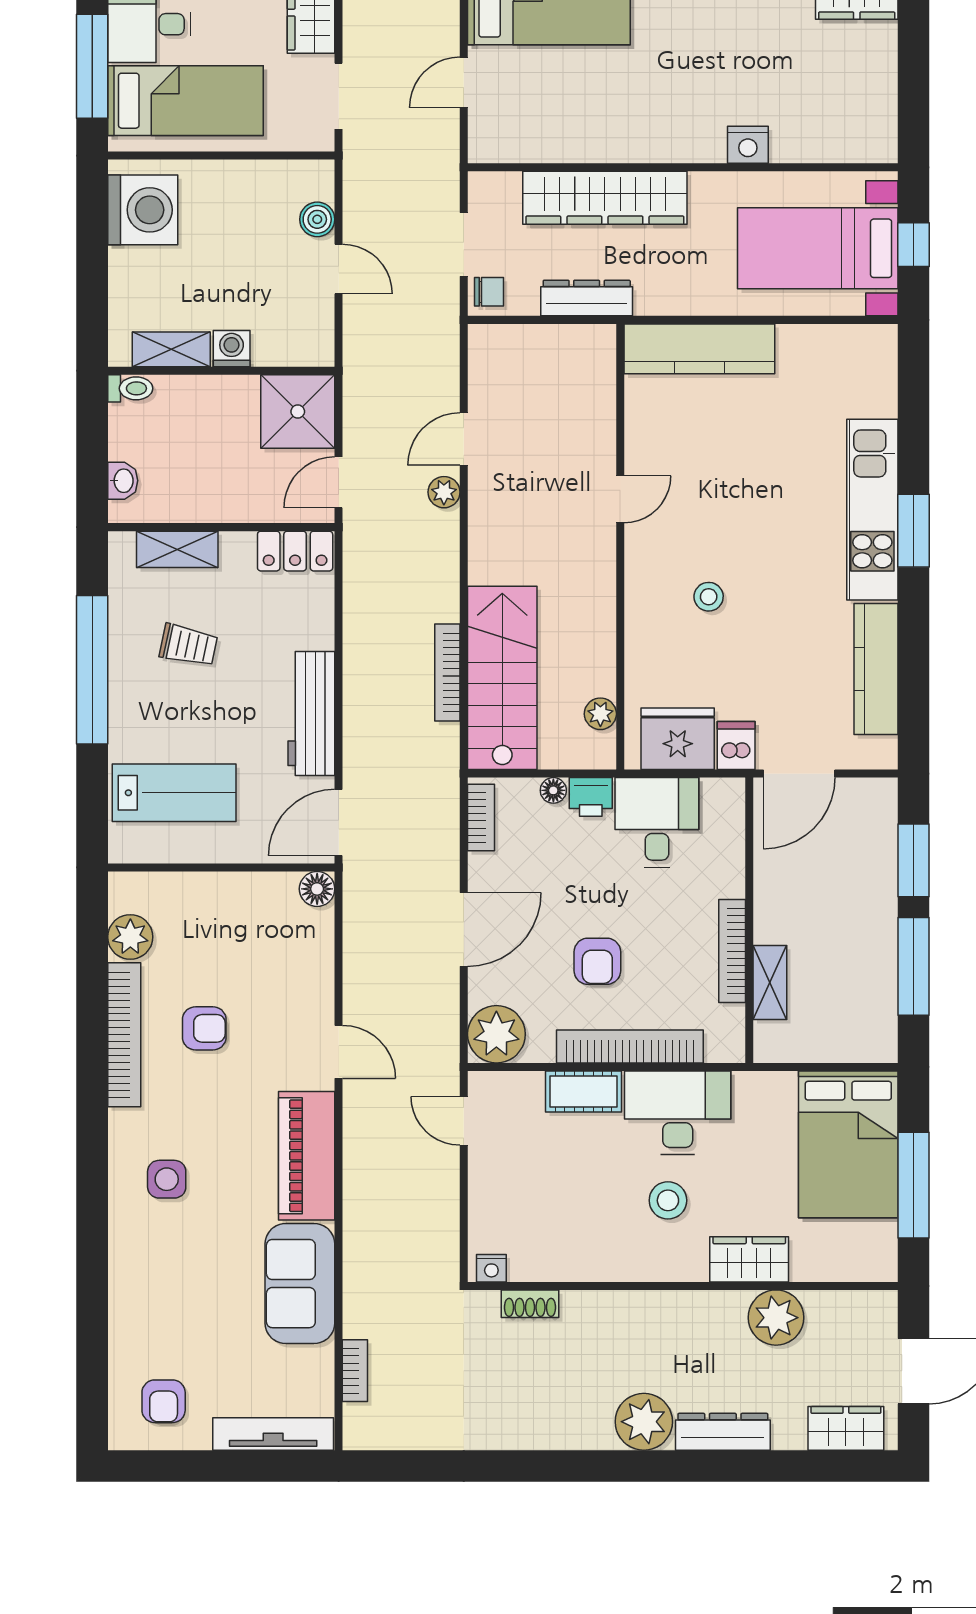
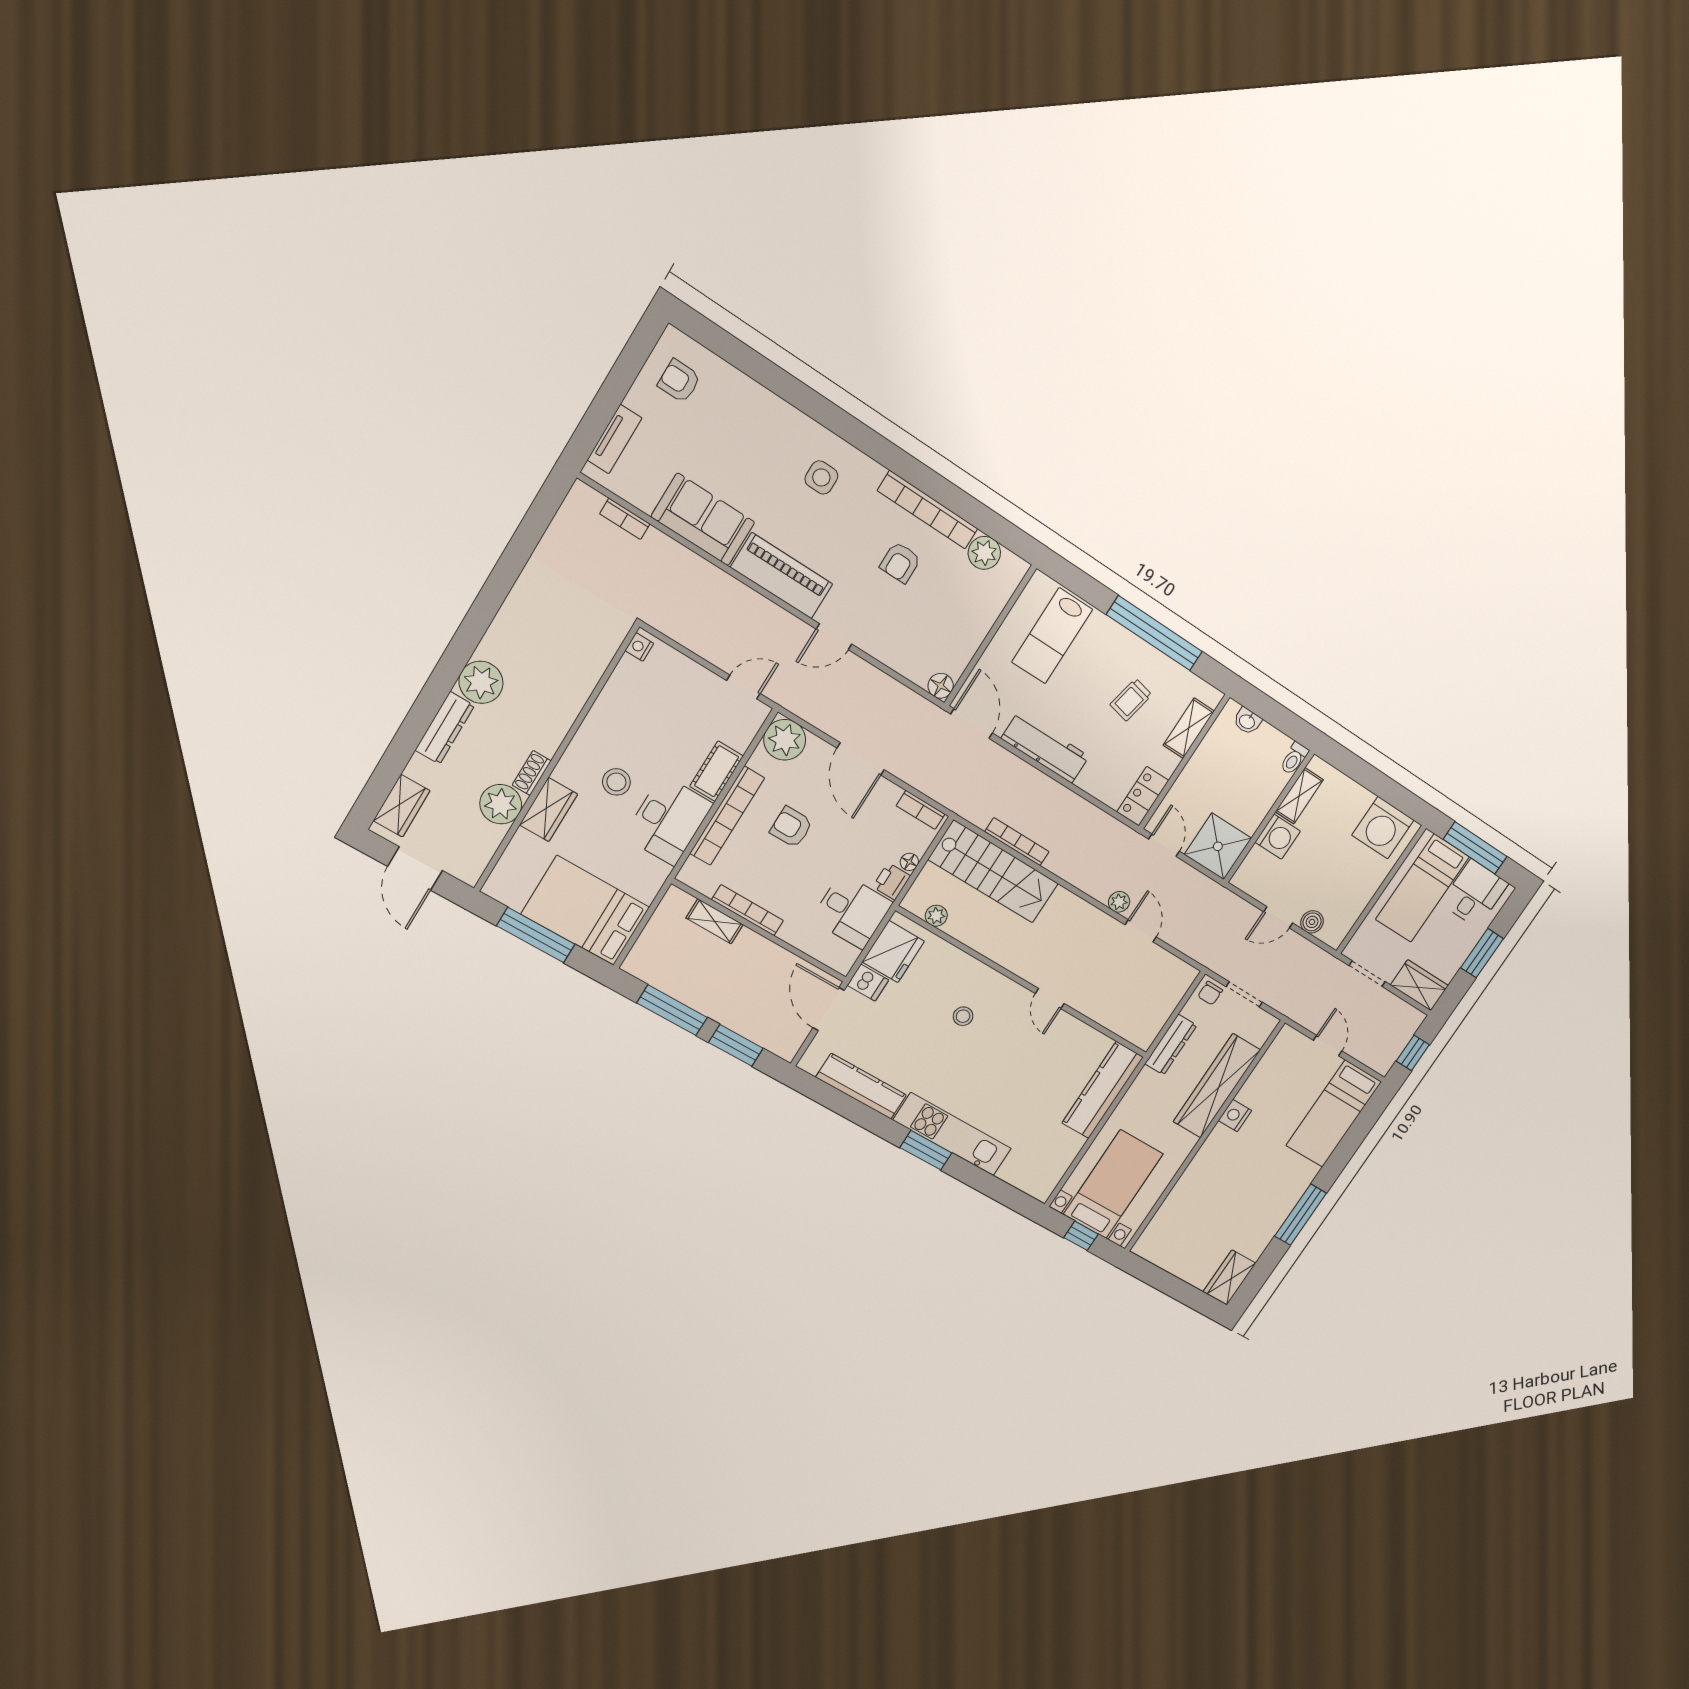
nightstand: (748, 145) -> (1235, 1116), moved
washing machine: (232, 349) -> (1278, 837), width x1.38, depth x1.38
shoe rack: (530, 1304) -> (532, 773), moved
tv unit: (273, 1434) -> (615, 439), width x0.71

